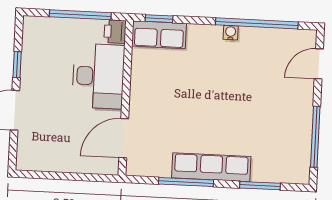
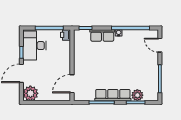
row of seats: (159, 35) -> (102, 35), moved
door: (319, 64) -> (160, 45), hinge flipped
desk: (98, 76) -> (34, 46), moved, turned 180
plant: (33, 155) -> (30, 93), added
plant: (265, 170) -> (137, 95), added

